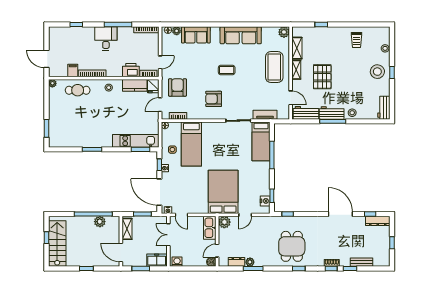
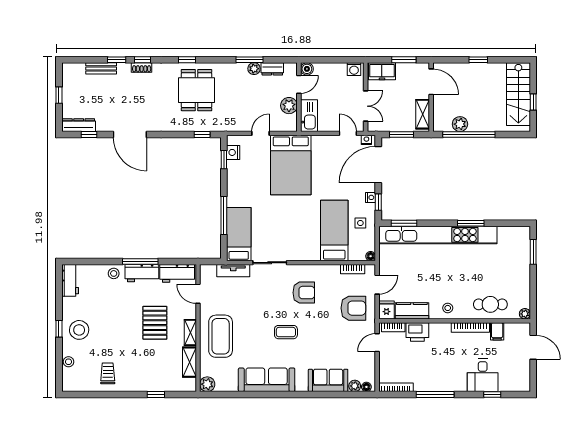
desk: (106, 38) -> (483, 375), moved
armchair: (177, 87) -> (353, 308), turned -90
kitchen unit: (136, 141) -> (438, 235), width x1.86
door: (159, 192) -> (378, 165), swing flipped
plant: (224, 222) -> (289, 106), moved

